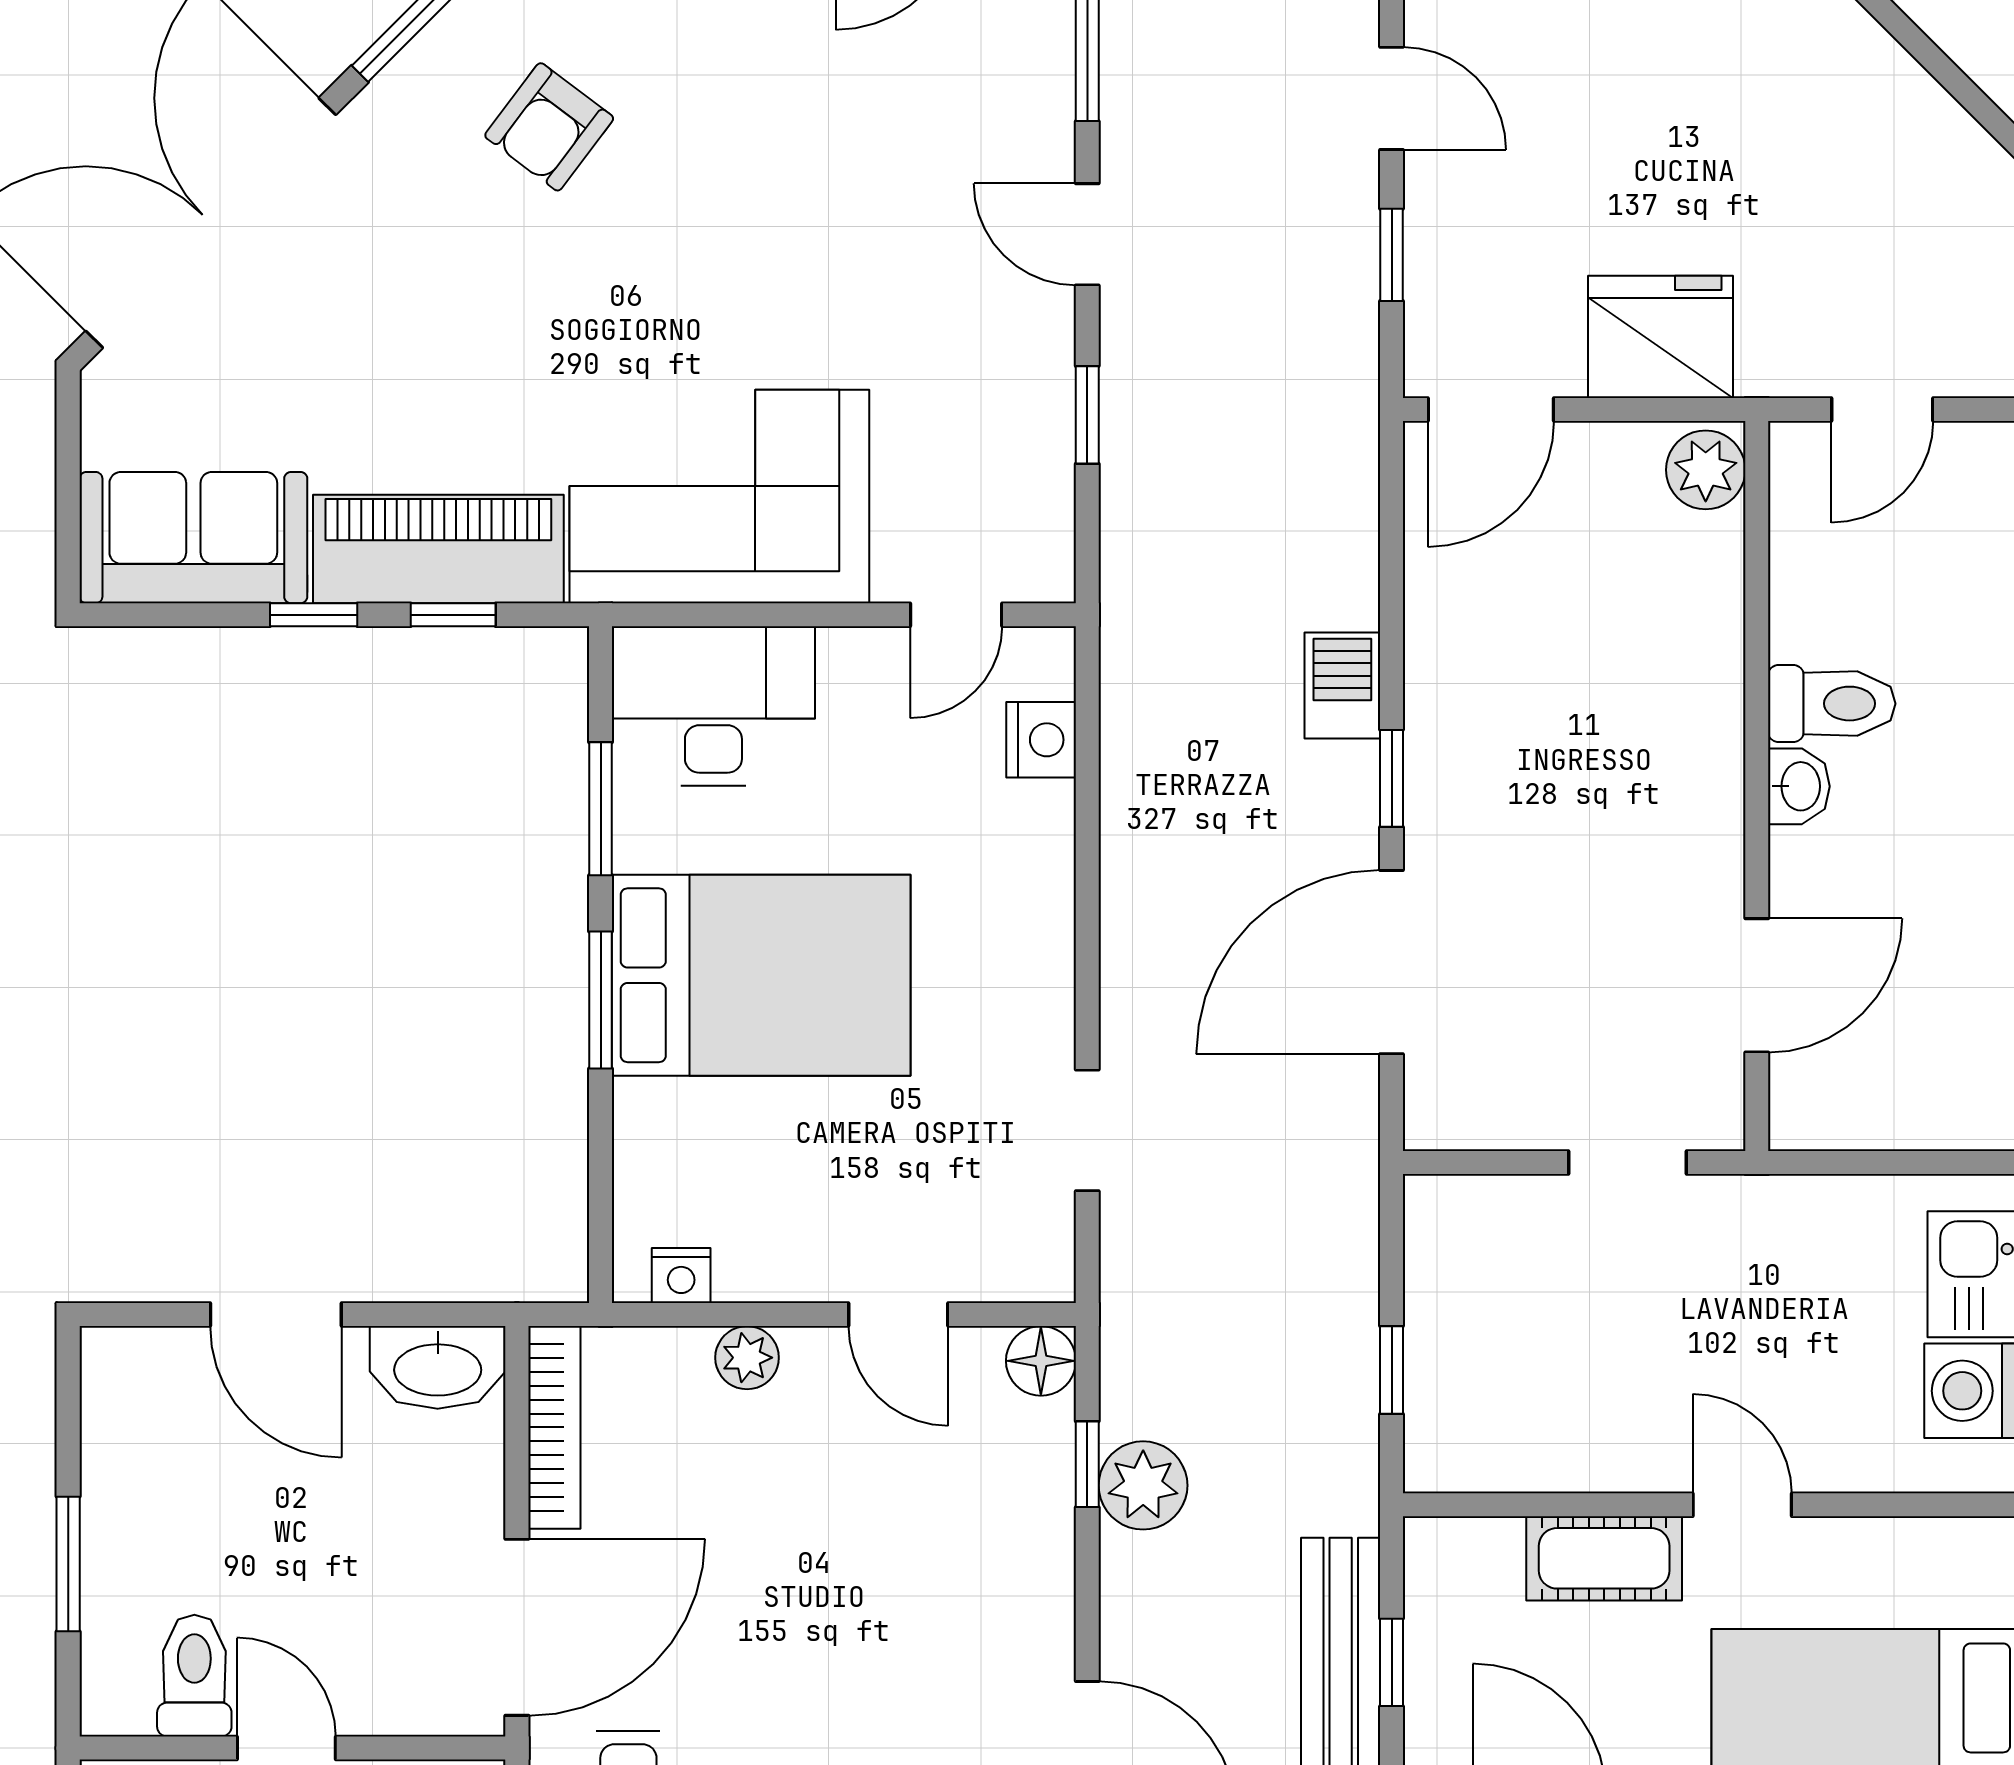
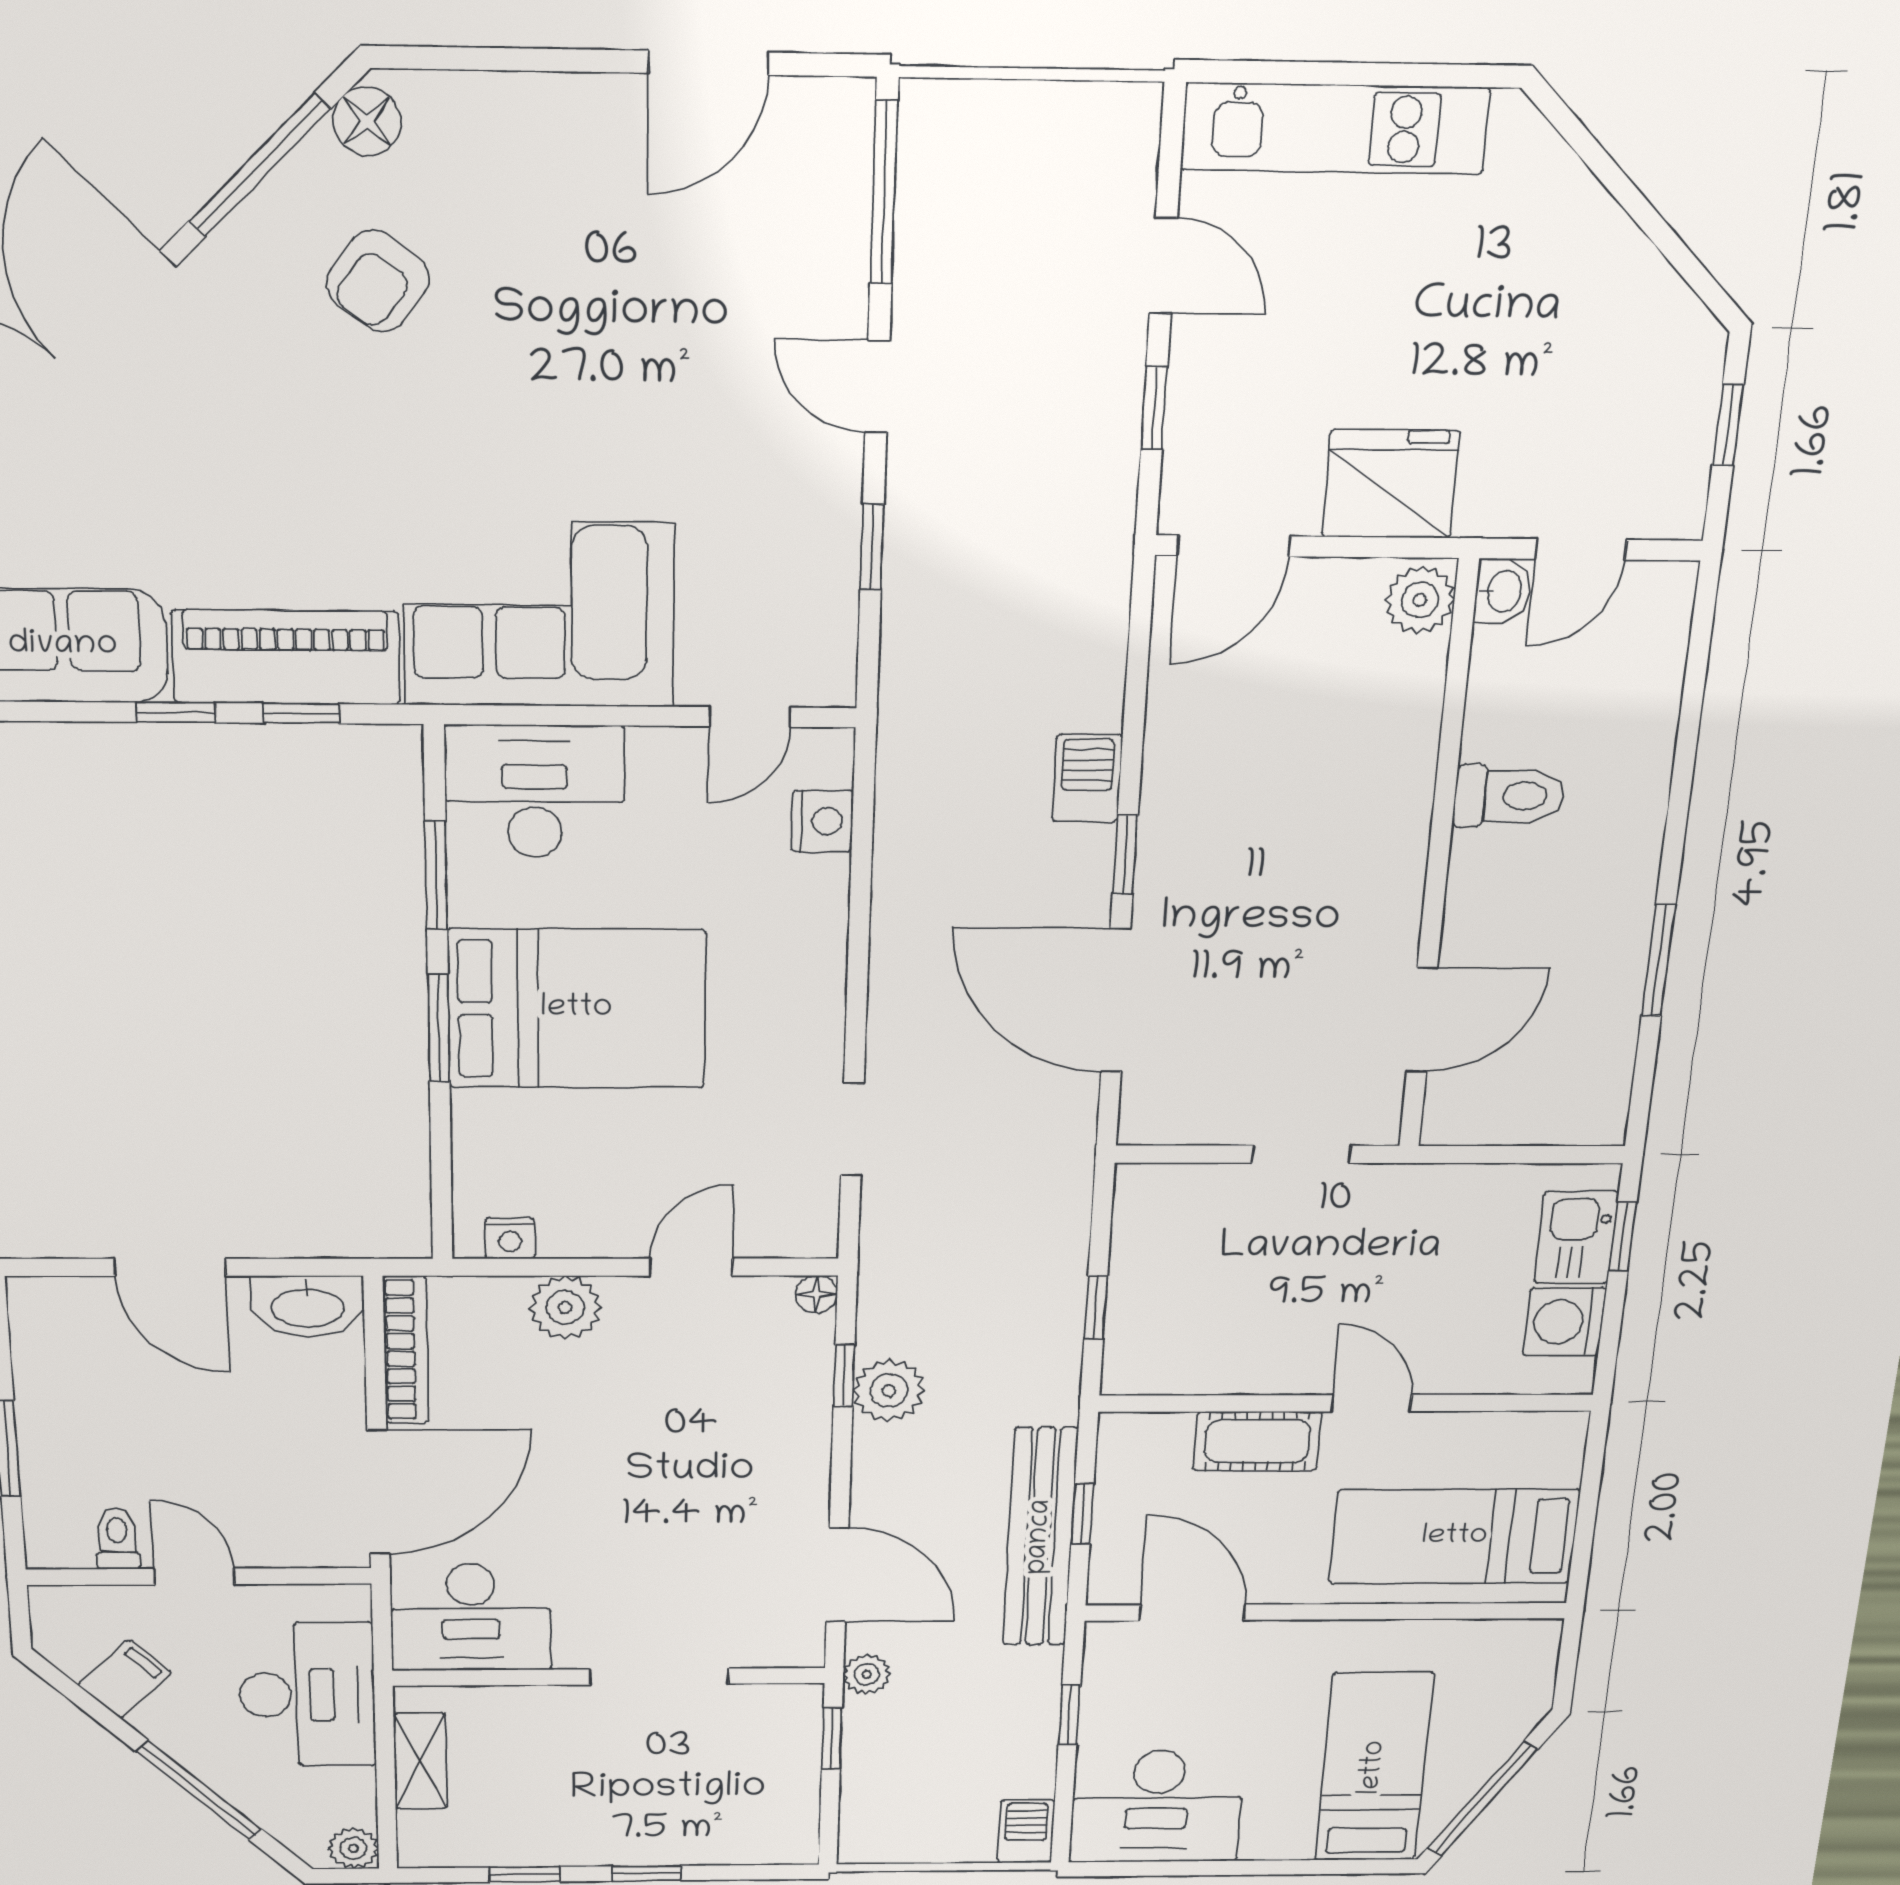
washbasin: (1799, 786) -> (1503, 591), moved
door: (1392, 962) -> (1116, 1000), hinge flipped
door: (898, 1315) -> (691, 1267), swing flipped
plant: (747, 1358) -> (565, 1308), width x1.38, depth x1.38
floor lamp: (1041, 1361) -> (816, 1294), width x0.73, depth x0.73
toilet: (194, 1676) -> (117, 1539), width x0.73, depth x0.72

